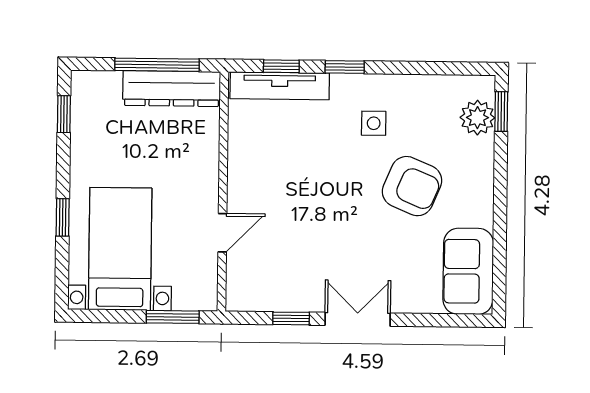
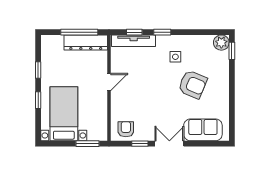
window: (64, 114) -> (38, 70), moved
plant: (477, 118) -> (221, 43), moved
door: (222, 233) -> (109, 82), moved
sofa: (468, 271) -> (203, 130), moved, turned 90
armchair: (260, 285) -> (126, 129), added

